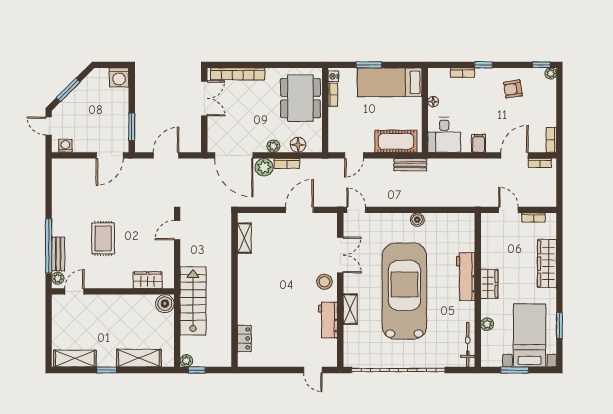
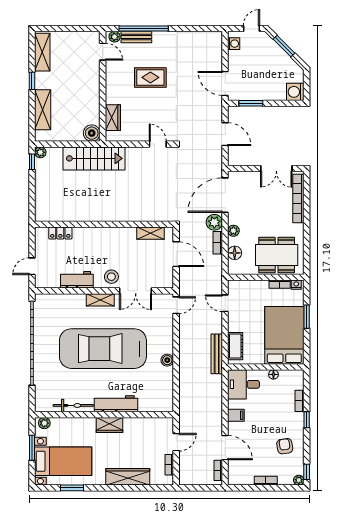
bed: (390, 82) -> (284, 335), width x1.50
bookcase: (551, 140) -> (266, 481), moved
cot: (396, 141) -> (235, 346), width x0.73, depth x0.75
bench: (410, 165) -> (217, 354), width x1.36
shelving: (244, 238) -> (151, 233), moved
wall: (234, 290) -> (104, 224), moved
car: (404, 291) -> (103, 349), turned 180
shelving: (350, 309) -> (100, 300), moved
plant: (487, 324) -> (44, 423), moved
locker: (244, 338) -> (60, 233), moved
bicycle: (468, 345) -> (73, 405), moved

